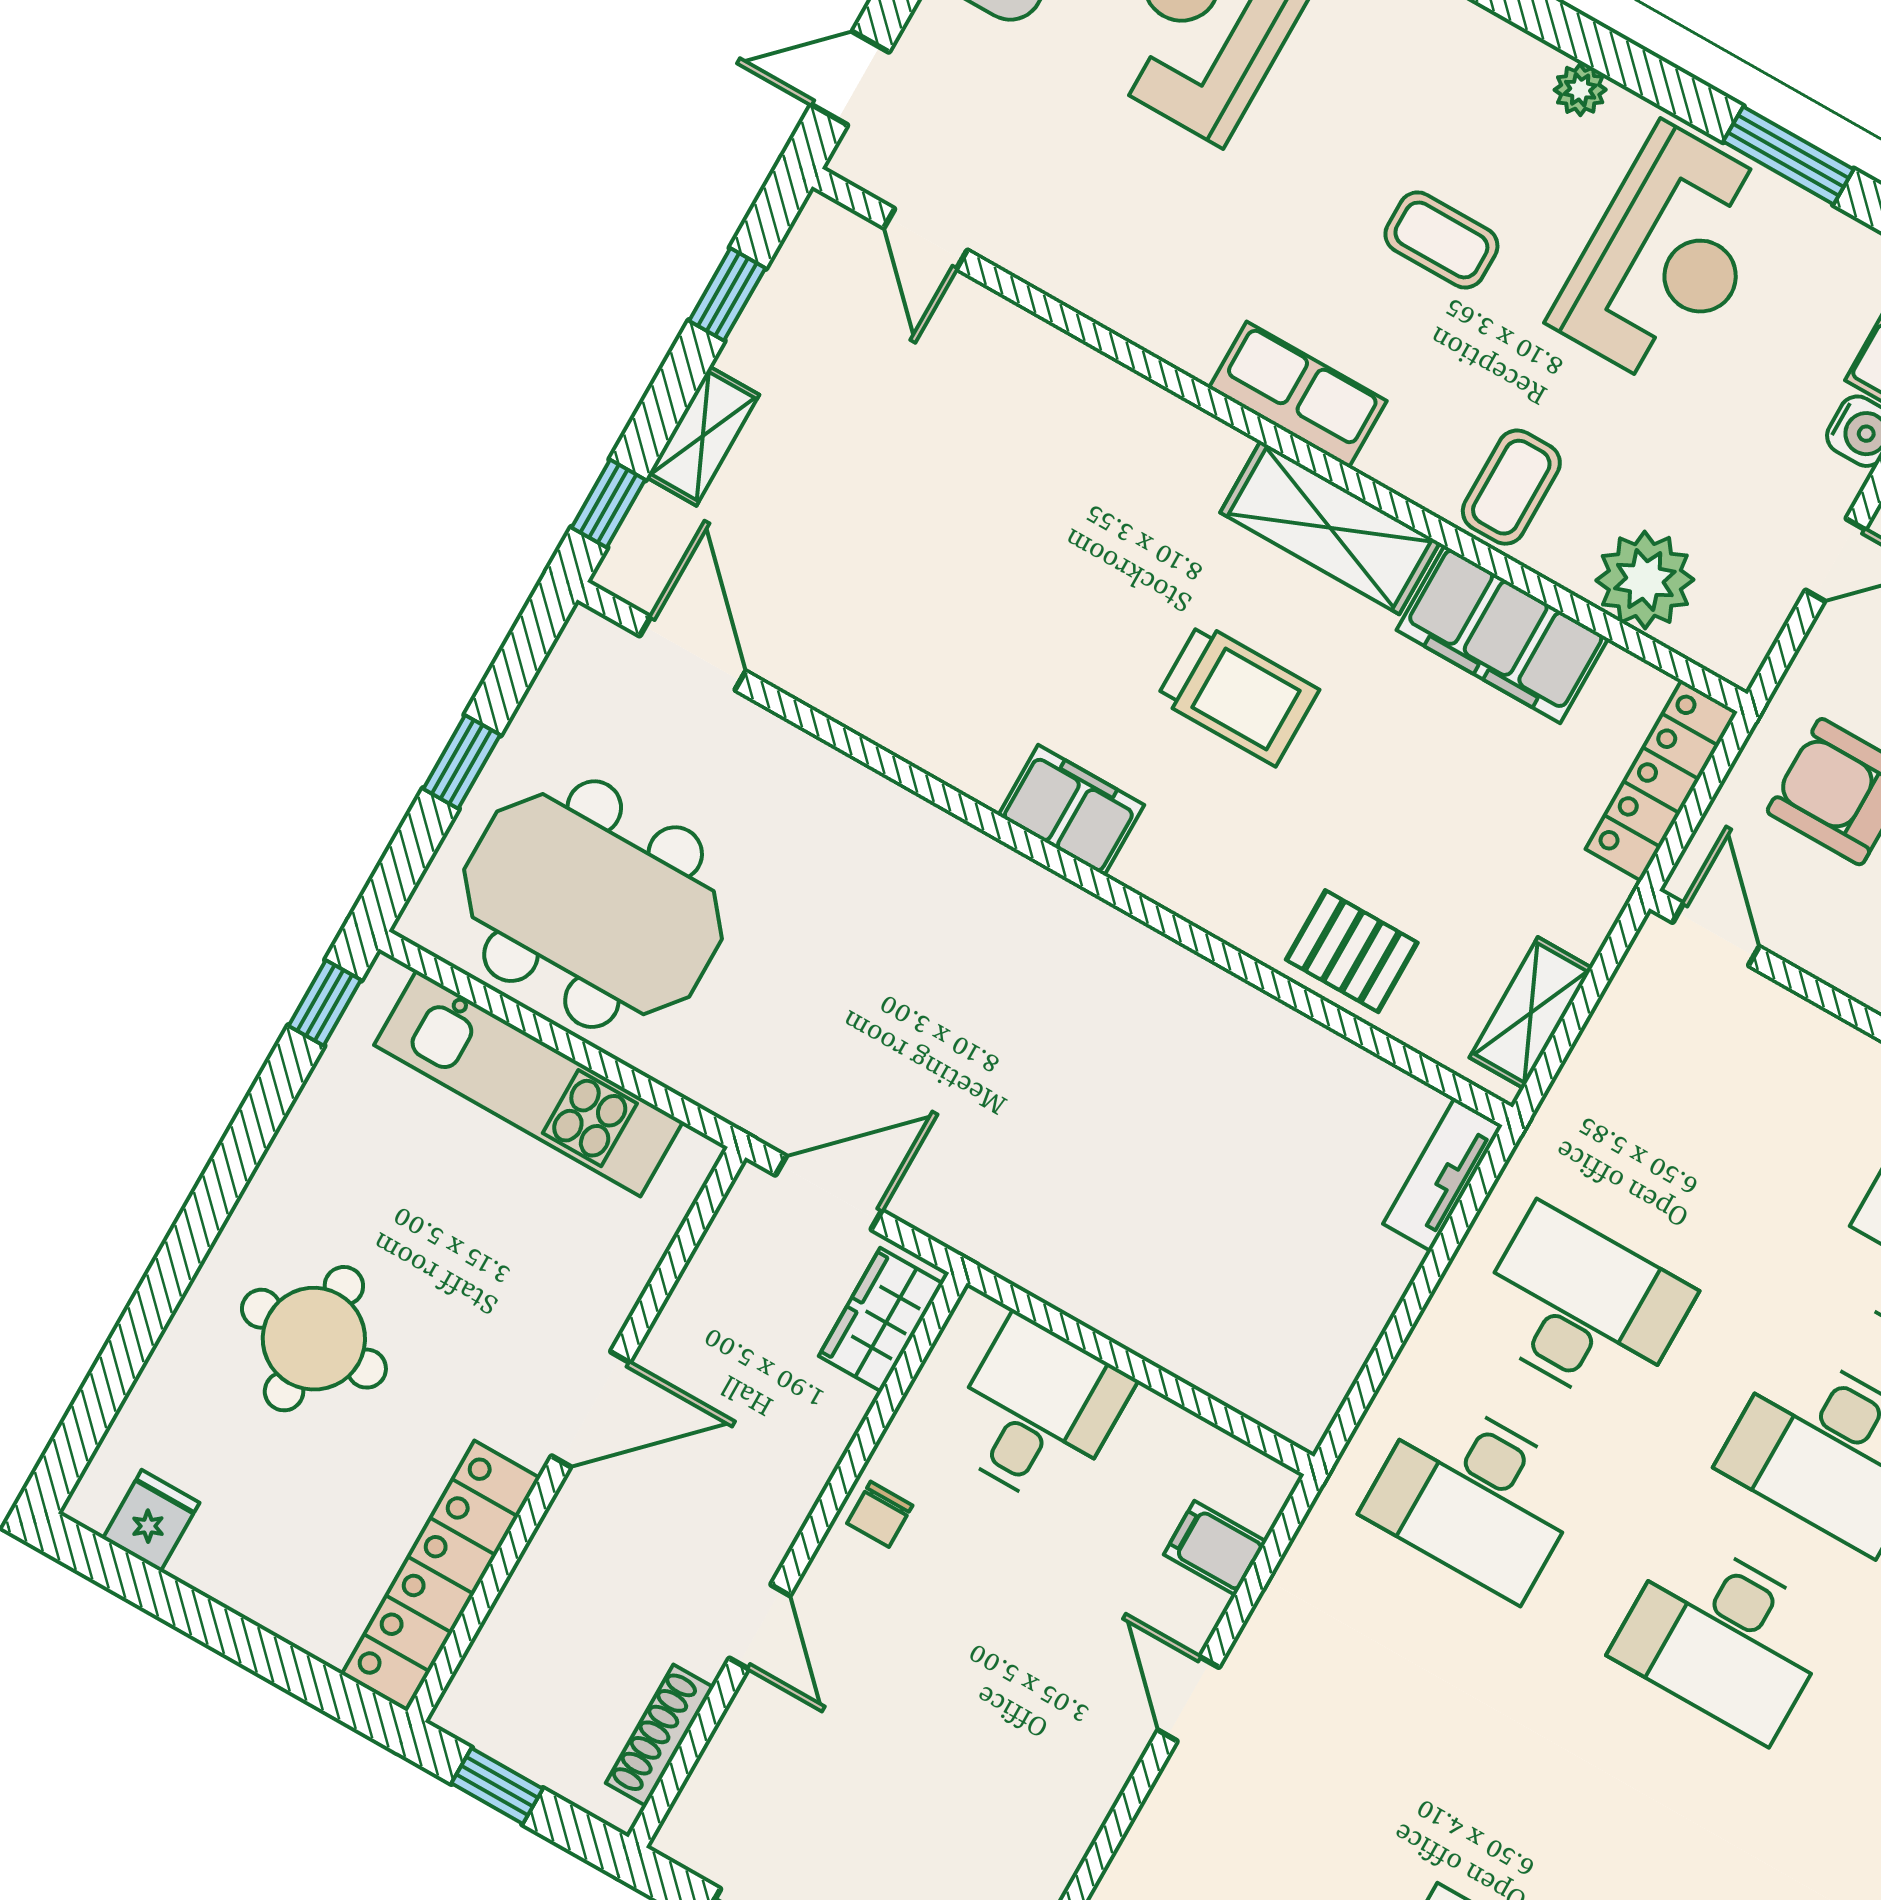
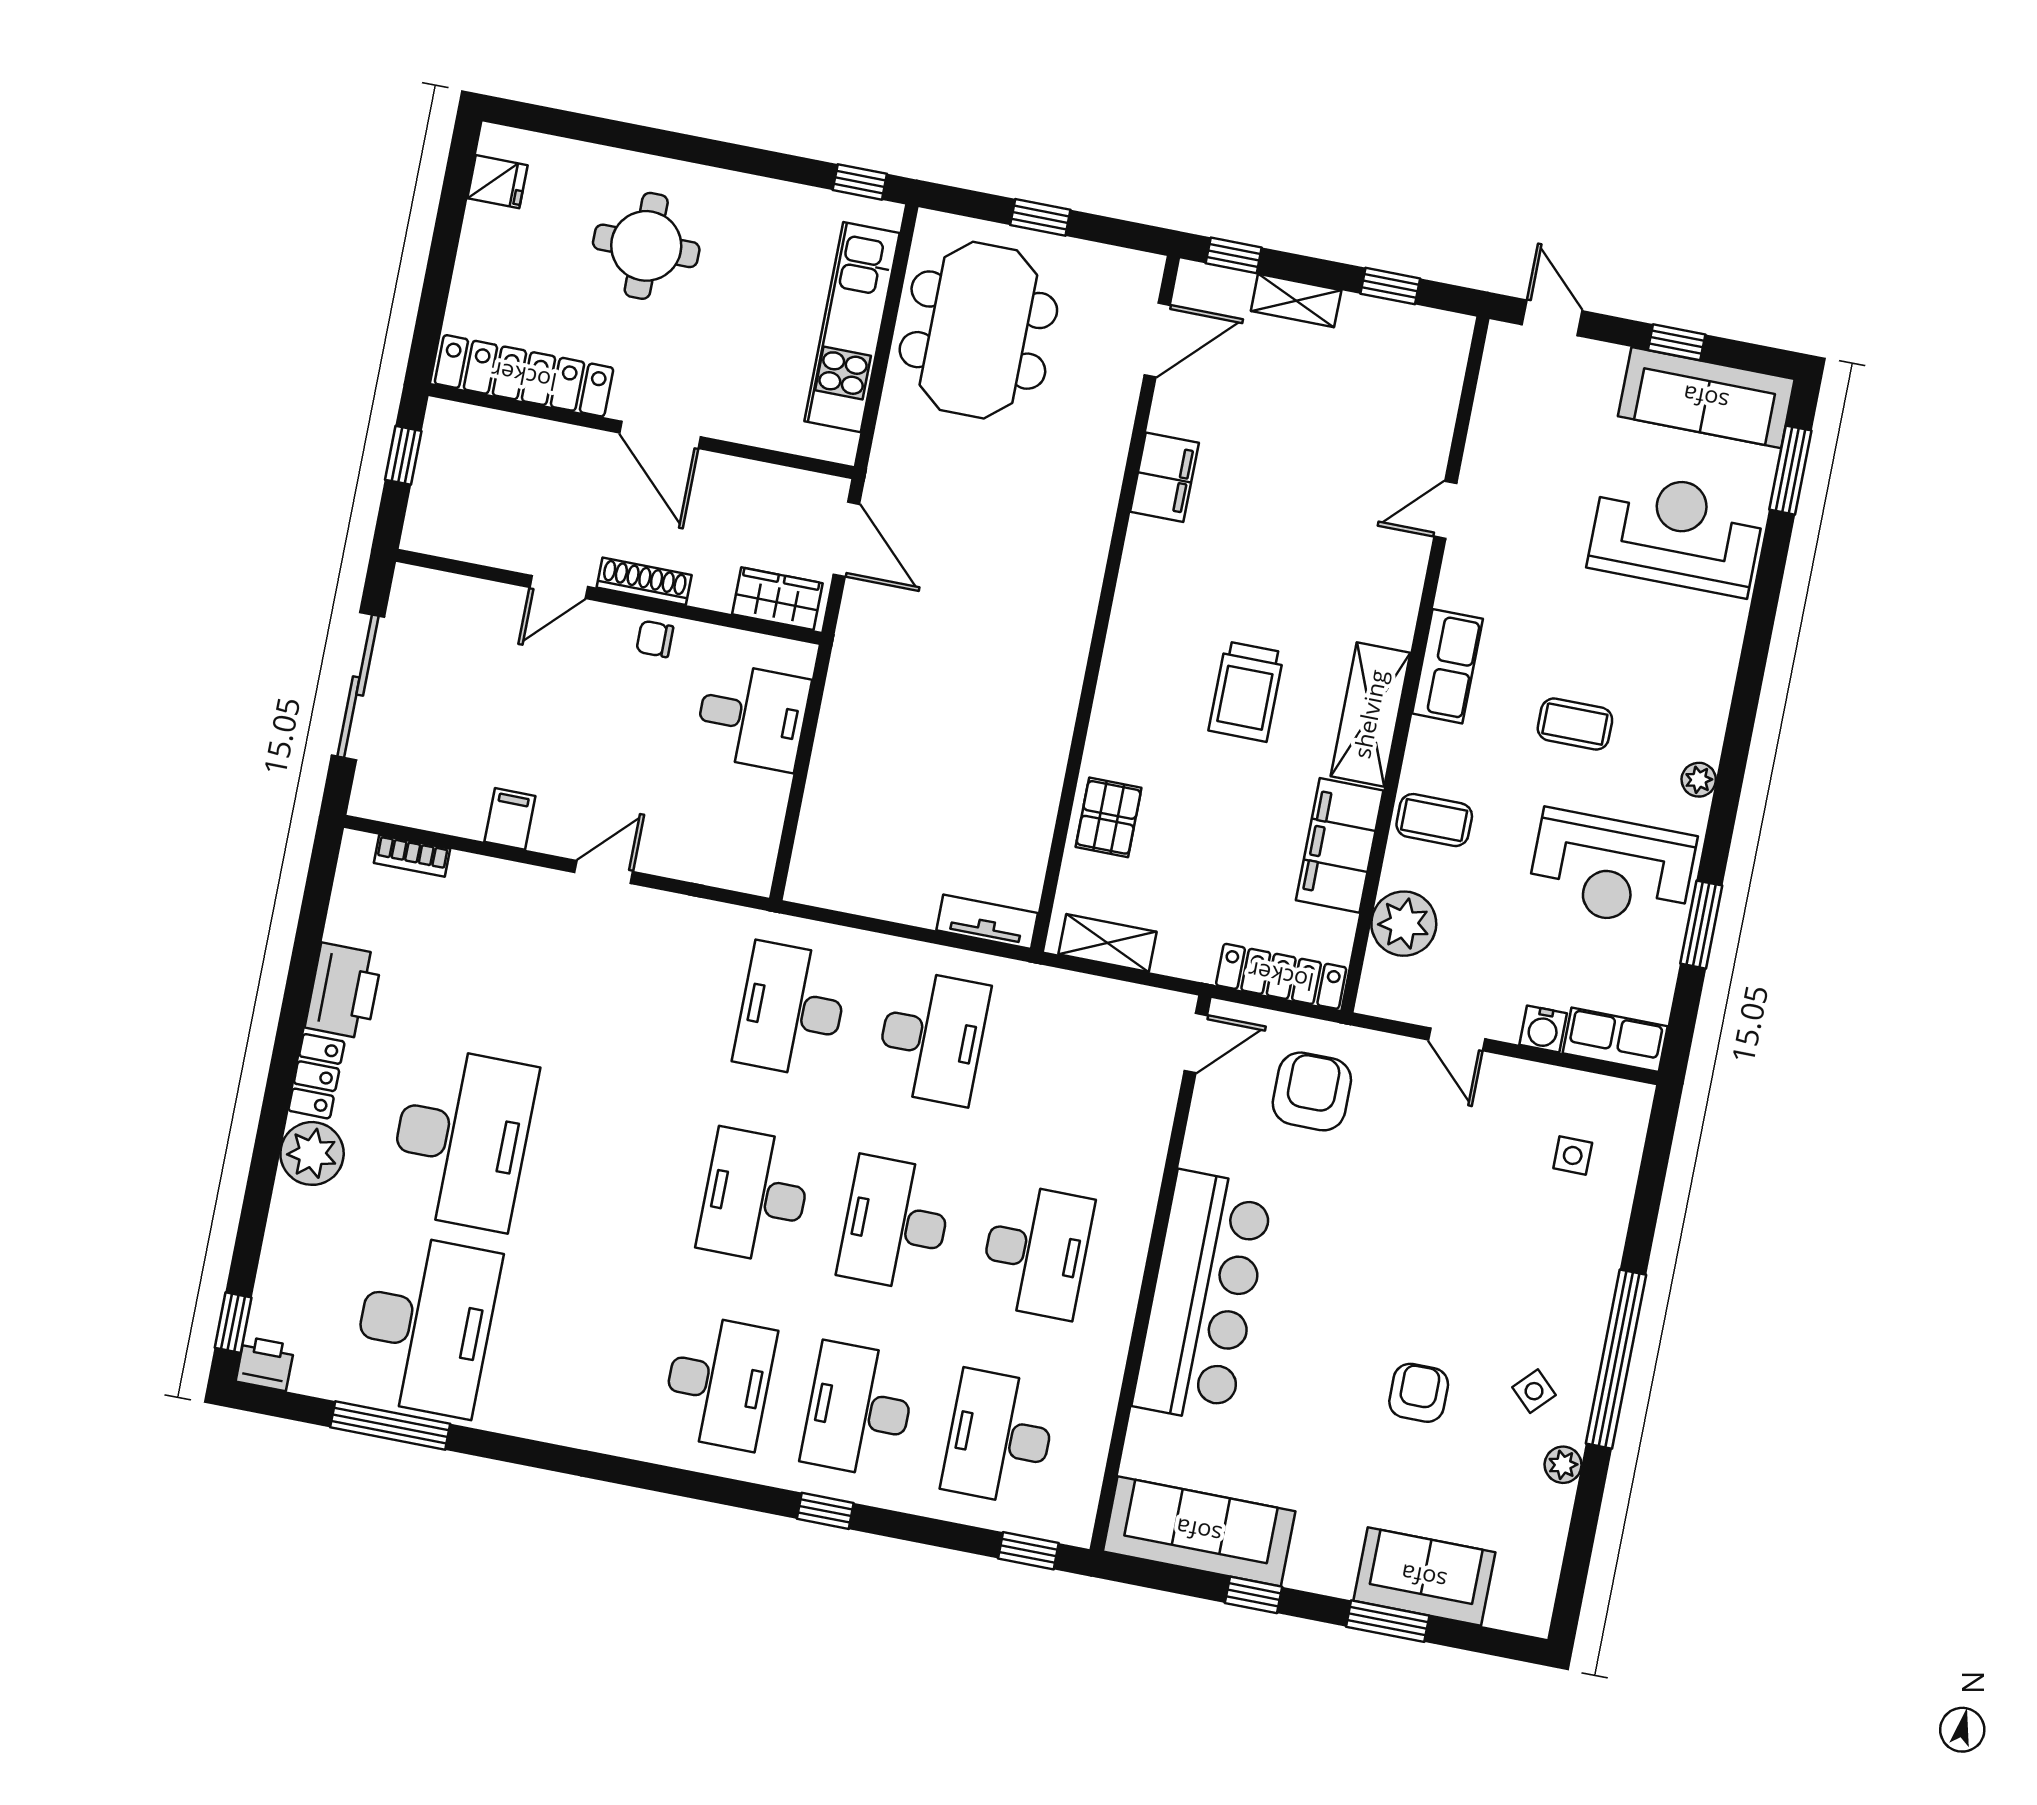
door: (925, 239) -> (1445, 510), moved
coffee table: (1441, 240) -> (1575, 724), turned 90
filing cabinet: (1071, 810) -> (1165, 477), moved
filing cabinet: (1215, 1548) -> (510, 819), moved
shoe rack: (660, 1735) -> (644, 581), moved

